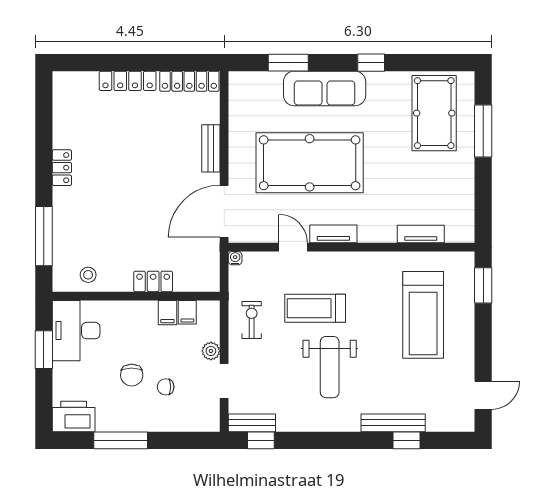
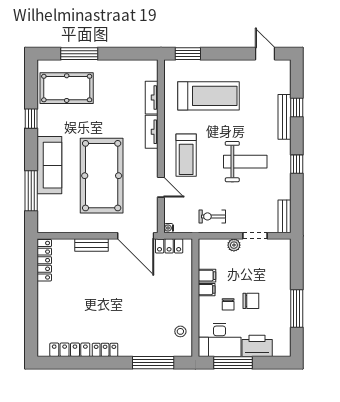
window: (288, 63) -> (31, 191), width x1.44
window: (371, 63) -> (31, 119), moved
locker: (128, 81) -> (70, 350), moved, turned -90
tv unit: (333, 234) -> (152, 132), moved
door: (293, 247) -> (161, 187), swing flipped
locker: (153, 281) -> (169, 246), moved, turned -90
treadmill: (315, 308) -> (186, 155), moved
filing cabinet: (187, 312) -> (207, 290), moved
window: (44, 350) -> (233, 363), width x1.44
chair: (166, 387) -> (228, 304), moved
printer: (74, 417) -> (257, 346), moved, turned 90
window: (261, 440) -> (297, 164), moved

